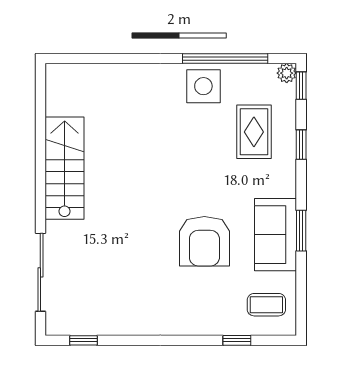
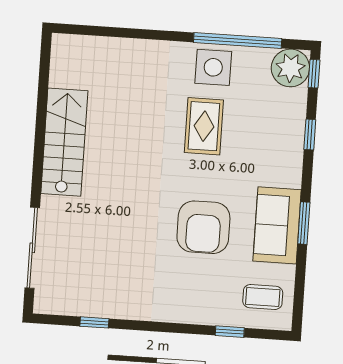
plant: (287, 73) -> (290, 68), width x1.87, depth x1.87
rug: (254, 132) -> (204, 126), moved
window: (84, 340) -> (94, 322), moved

